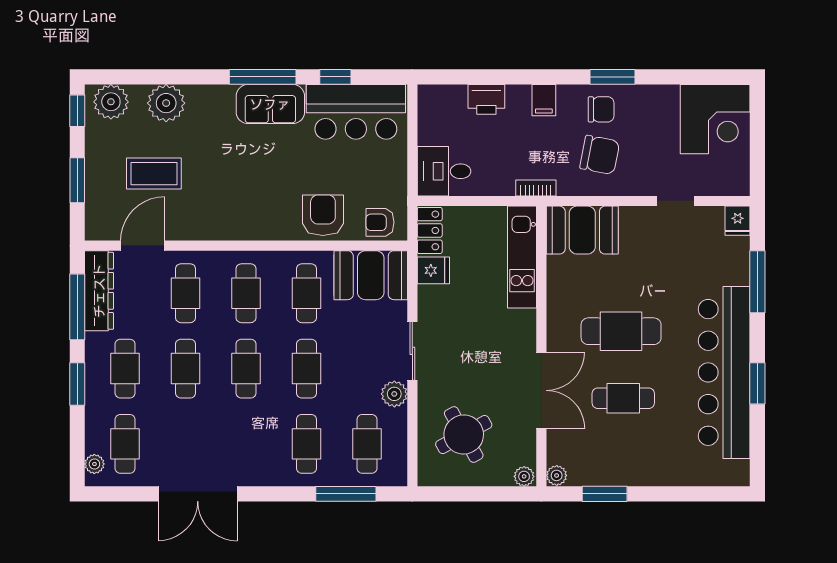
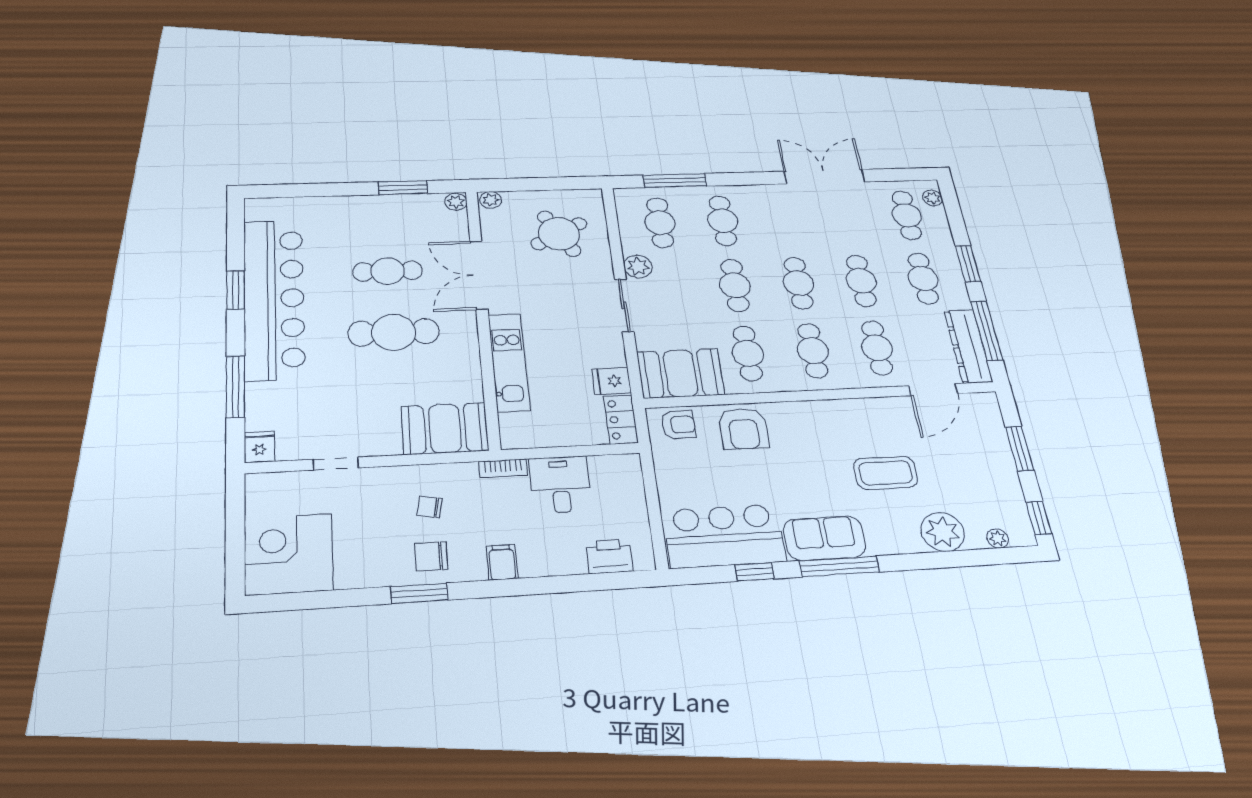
printer: (486, 99) -> (609, 556), moved
plant: (111, 102) -> (998, 538), width x0.53, depth x0.53
chair: (600, 155) -> (430, 507), width x0.54, depth x0.54
desk: (444, 171) -> (560, 485), moved, turned -90
coffee table: (154, 174) -> (886, 473), moved
kitchen unit: (522, 257) -> (509, 362), moved

